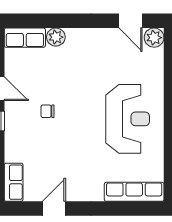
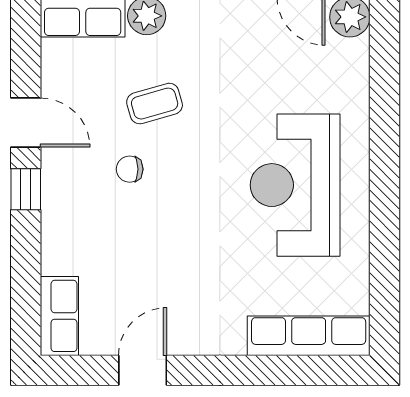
coffee table: (60, 79) -> (155, 104), added
reception desk: (128, 119) -> (295, 185), turned 180

